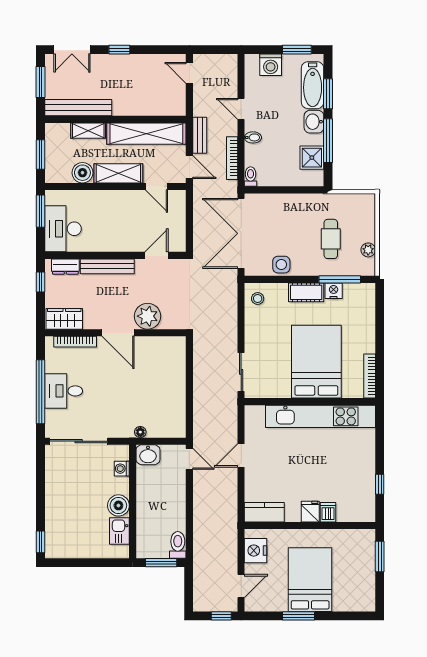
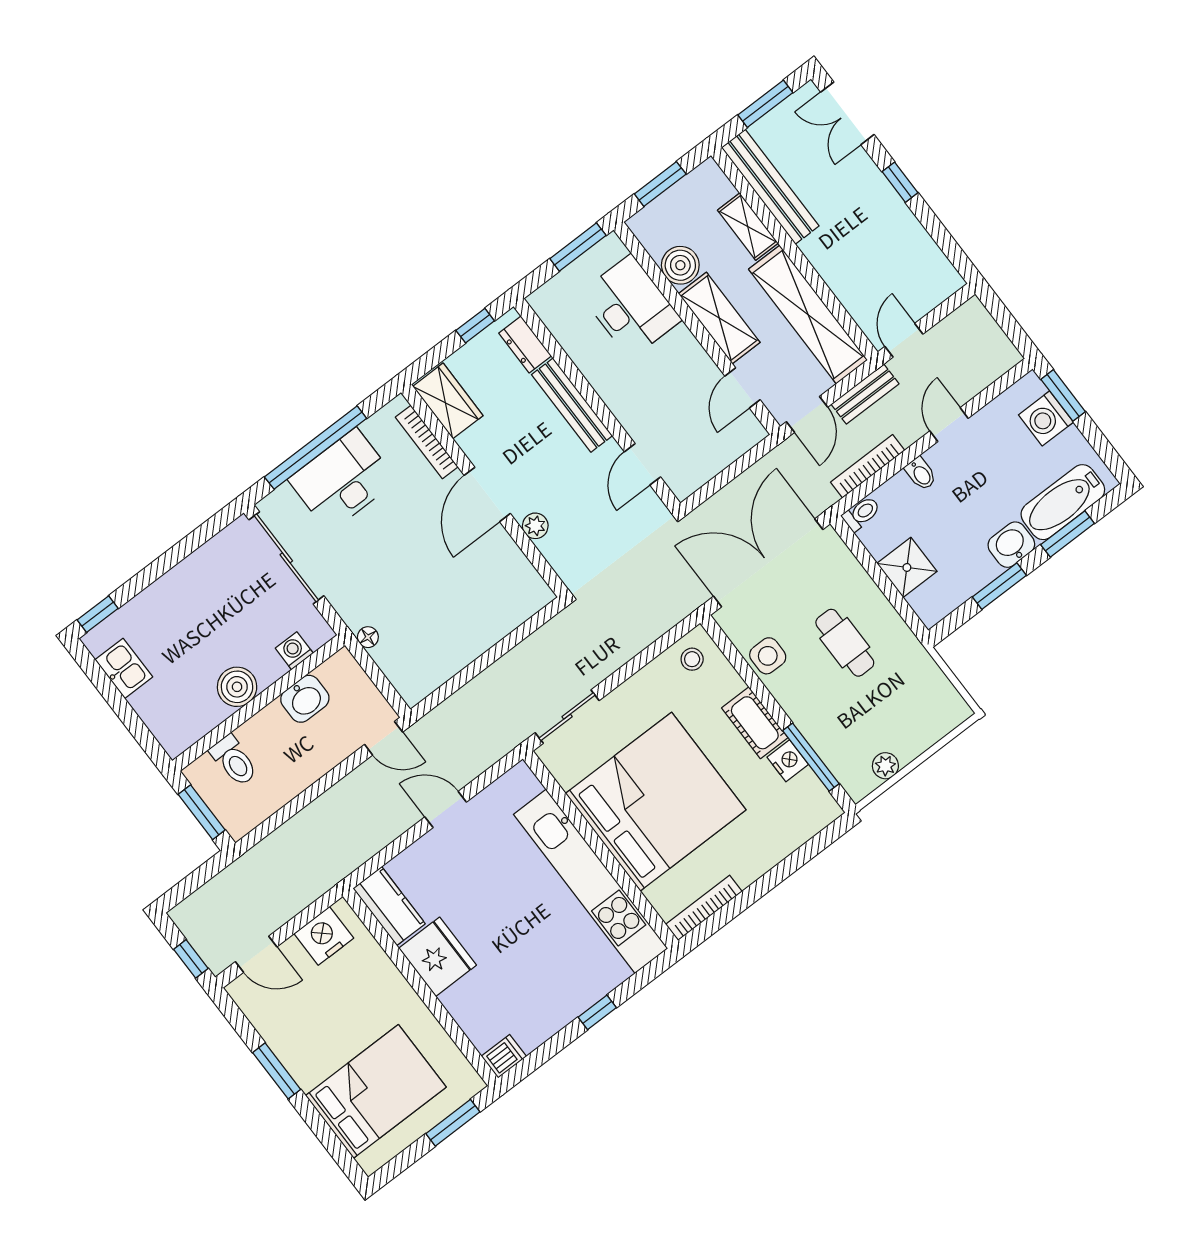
window: (297, 50) -> (1063, 395), moved
door: (189, 73) -> (904, 340), moved
window: (328, 141) -> (999, 586), width x0.69
shower: (312, 158) -> (907, 567), moved
desk: (63, 229) -> (631, 307), moved, turned 90
cafe table: (331, 239) -> (845, 643), moved, turned 90
door: (156, 255) -> (642, 464), swing flipped
plant: (148, 316) -> (535, 526), width x0.53, depth x0.53
bed: (316, 362) -> (656, 802), width x1.36
desk: (64, 391) -> (343, 480), width x1.37
washbasin: (148, 455) -> (305, 699), moved, turned -90
door: (189, 459) -> (384, 738), hinge flipped
window: (380, 484) -> (597, 1012), moved
fridge: (310, 512) -> (438, 957), width x1.88, depth x1.34
dishwasher: (328, 512) -> (504, 1056), moved
kitchen sink: (119, 531) -> (124, 668), moved, turned 90
toilet: (178, 545) -> (234, 761), moved, turned 90
bed: (310, 580) -> (376, 1091), moved

